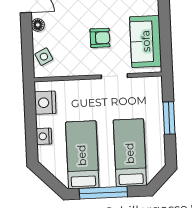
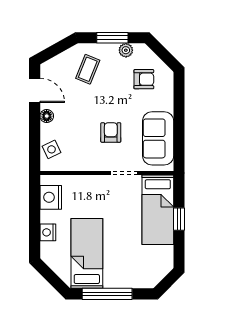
armchair: (100, 38) -> (111, 132), turned -90
window: (169, 118) -> (179, 219), width x0.67
bed: (130, 153) -> (158, 210), moved, turned 180

